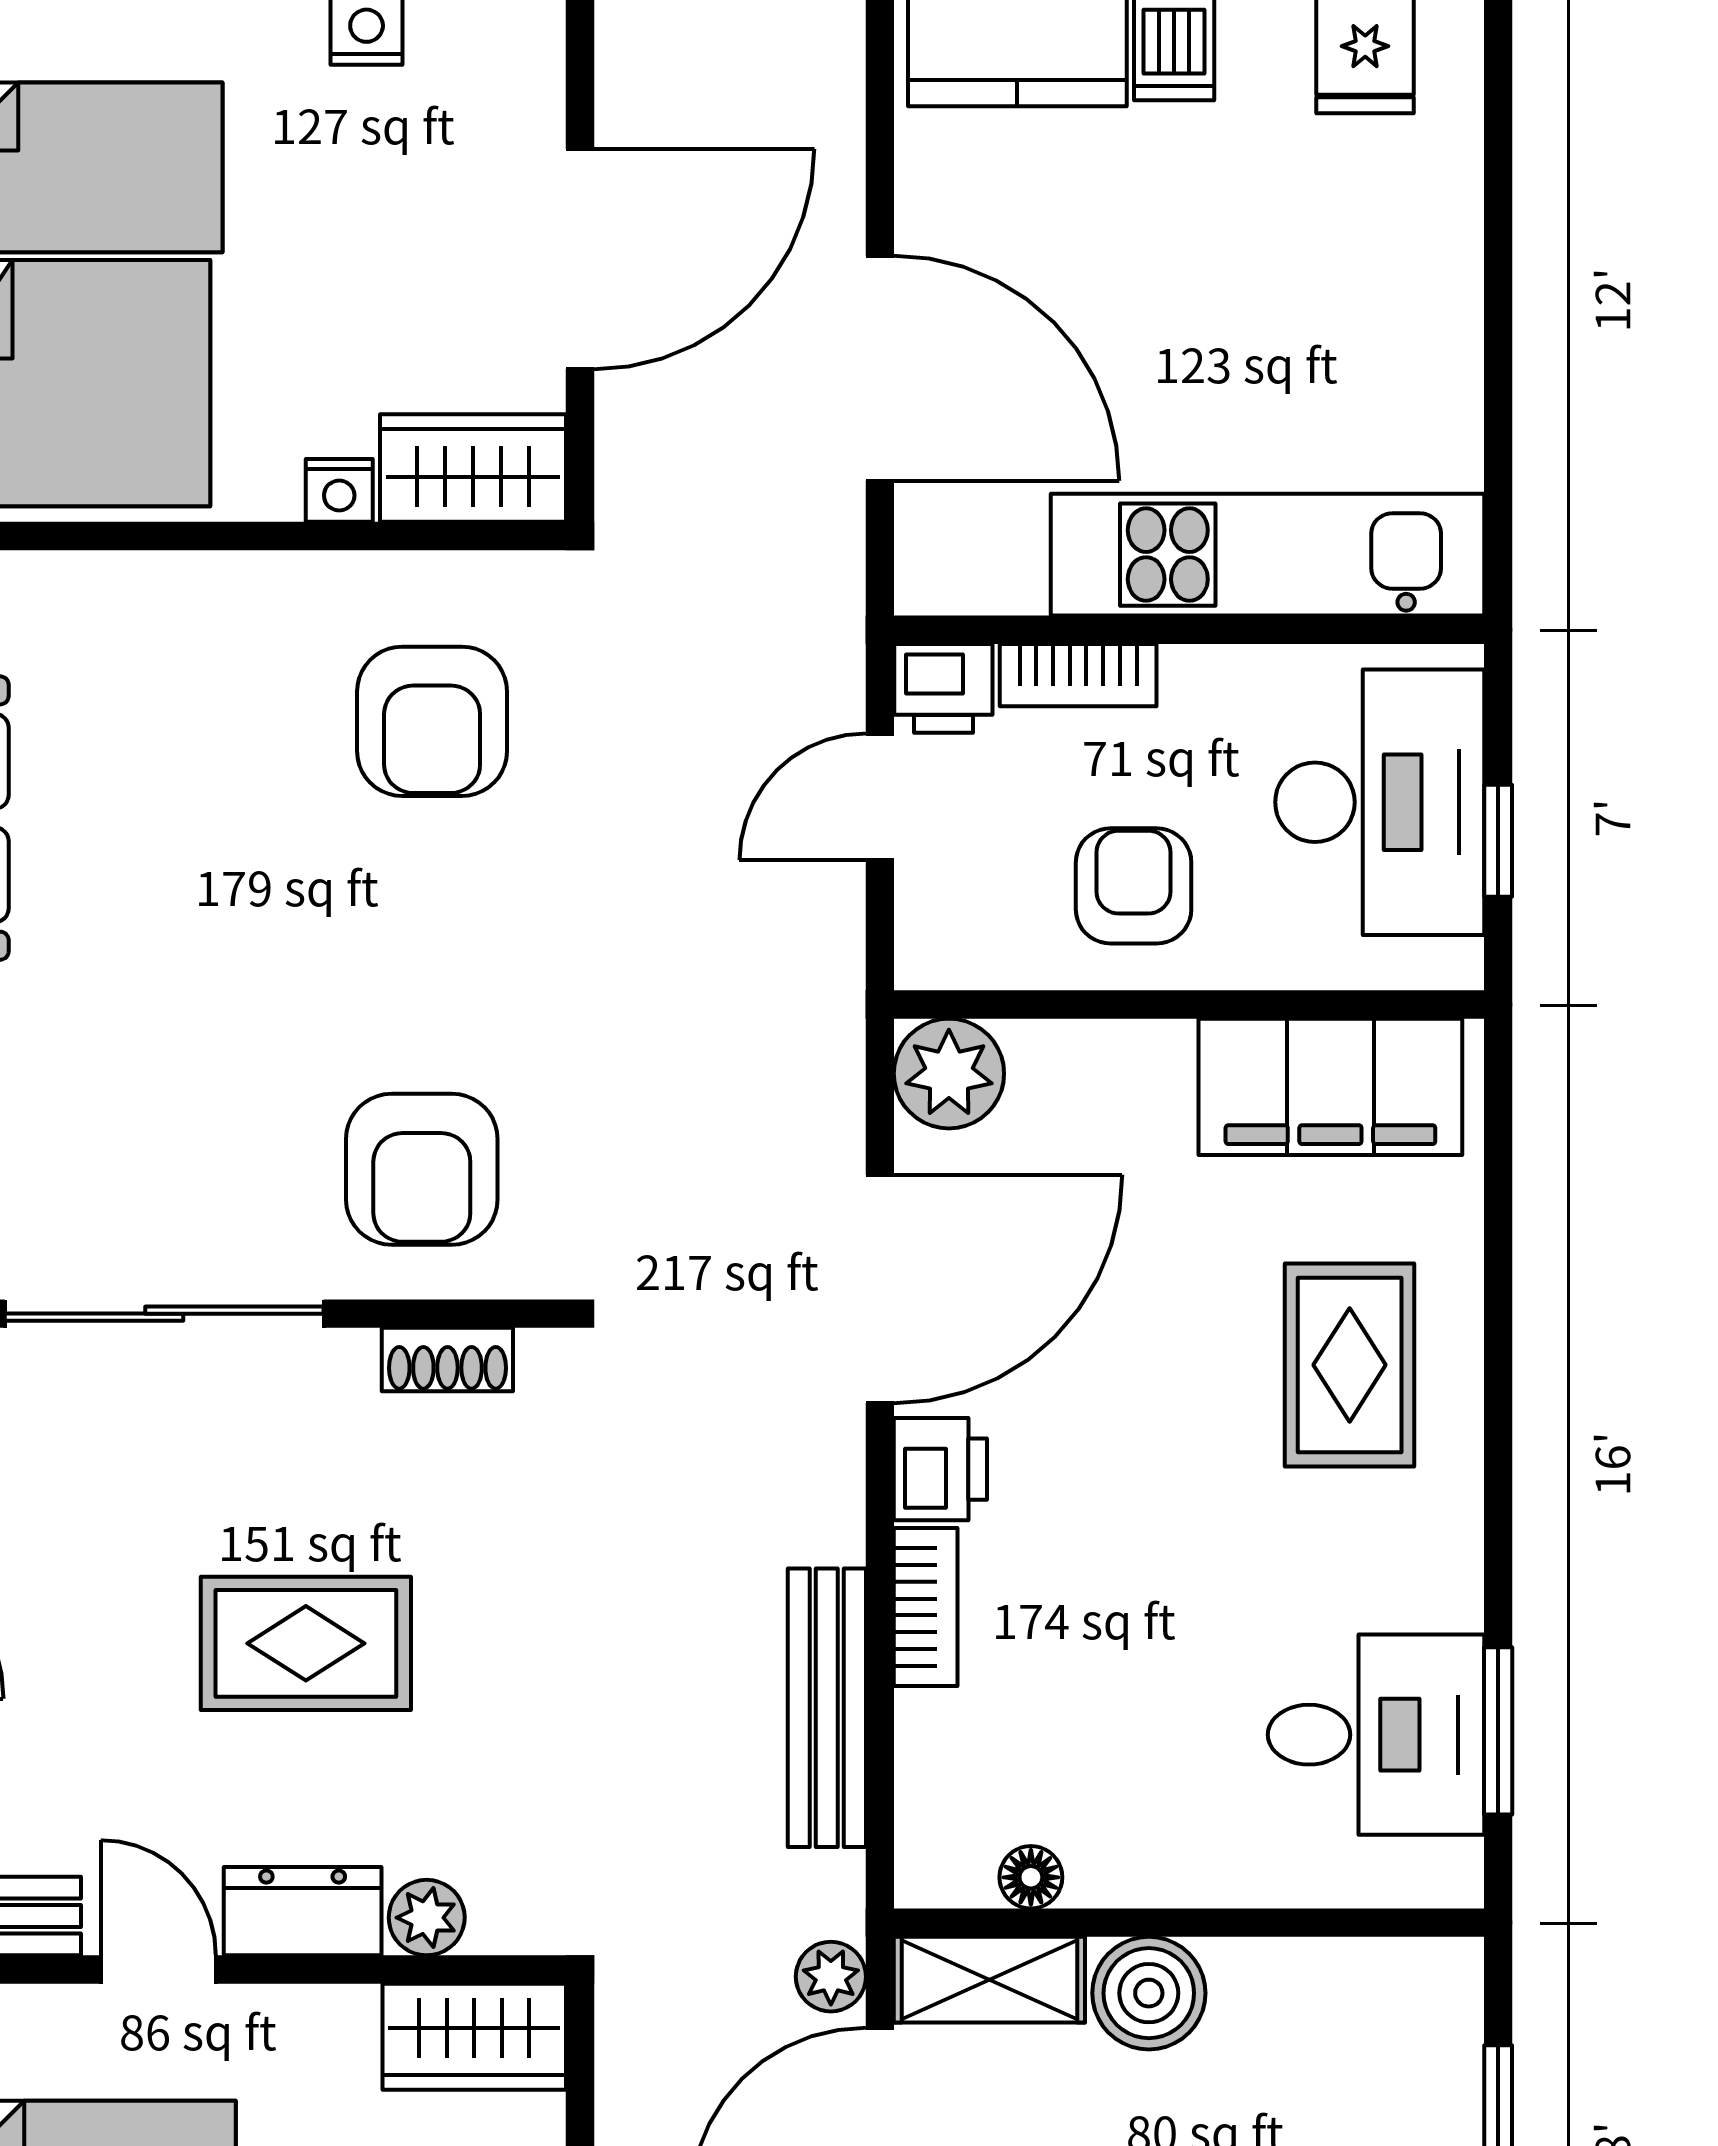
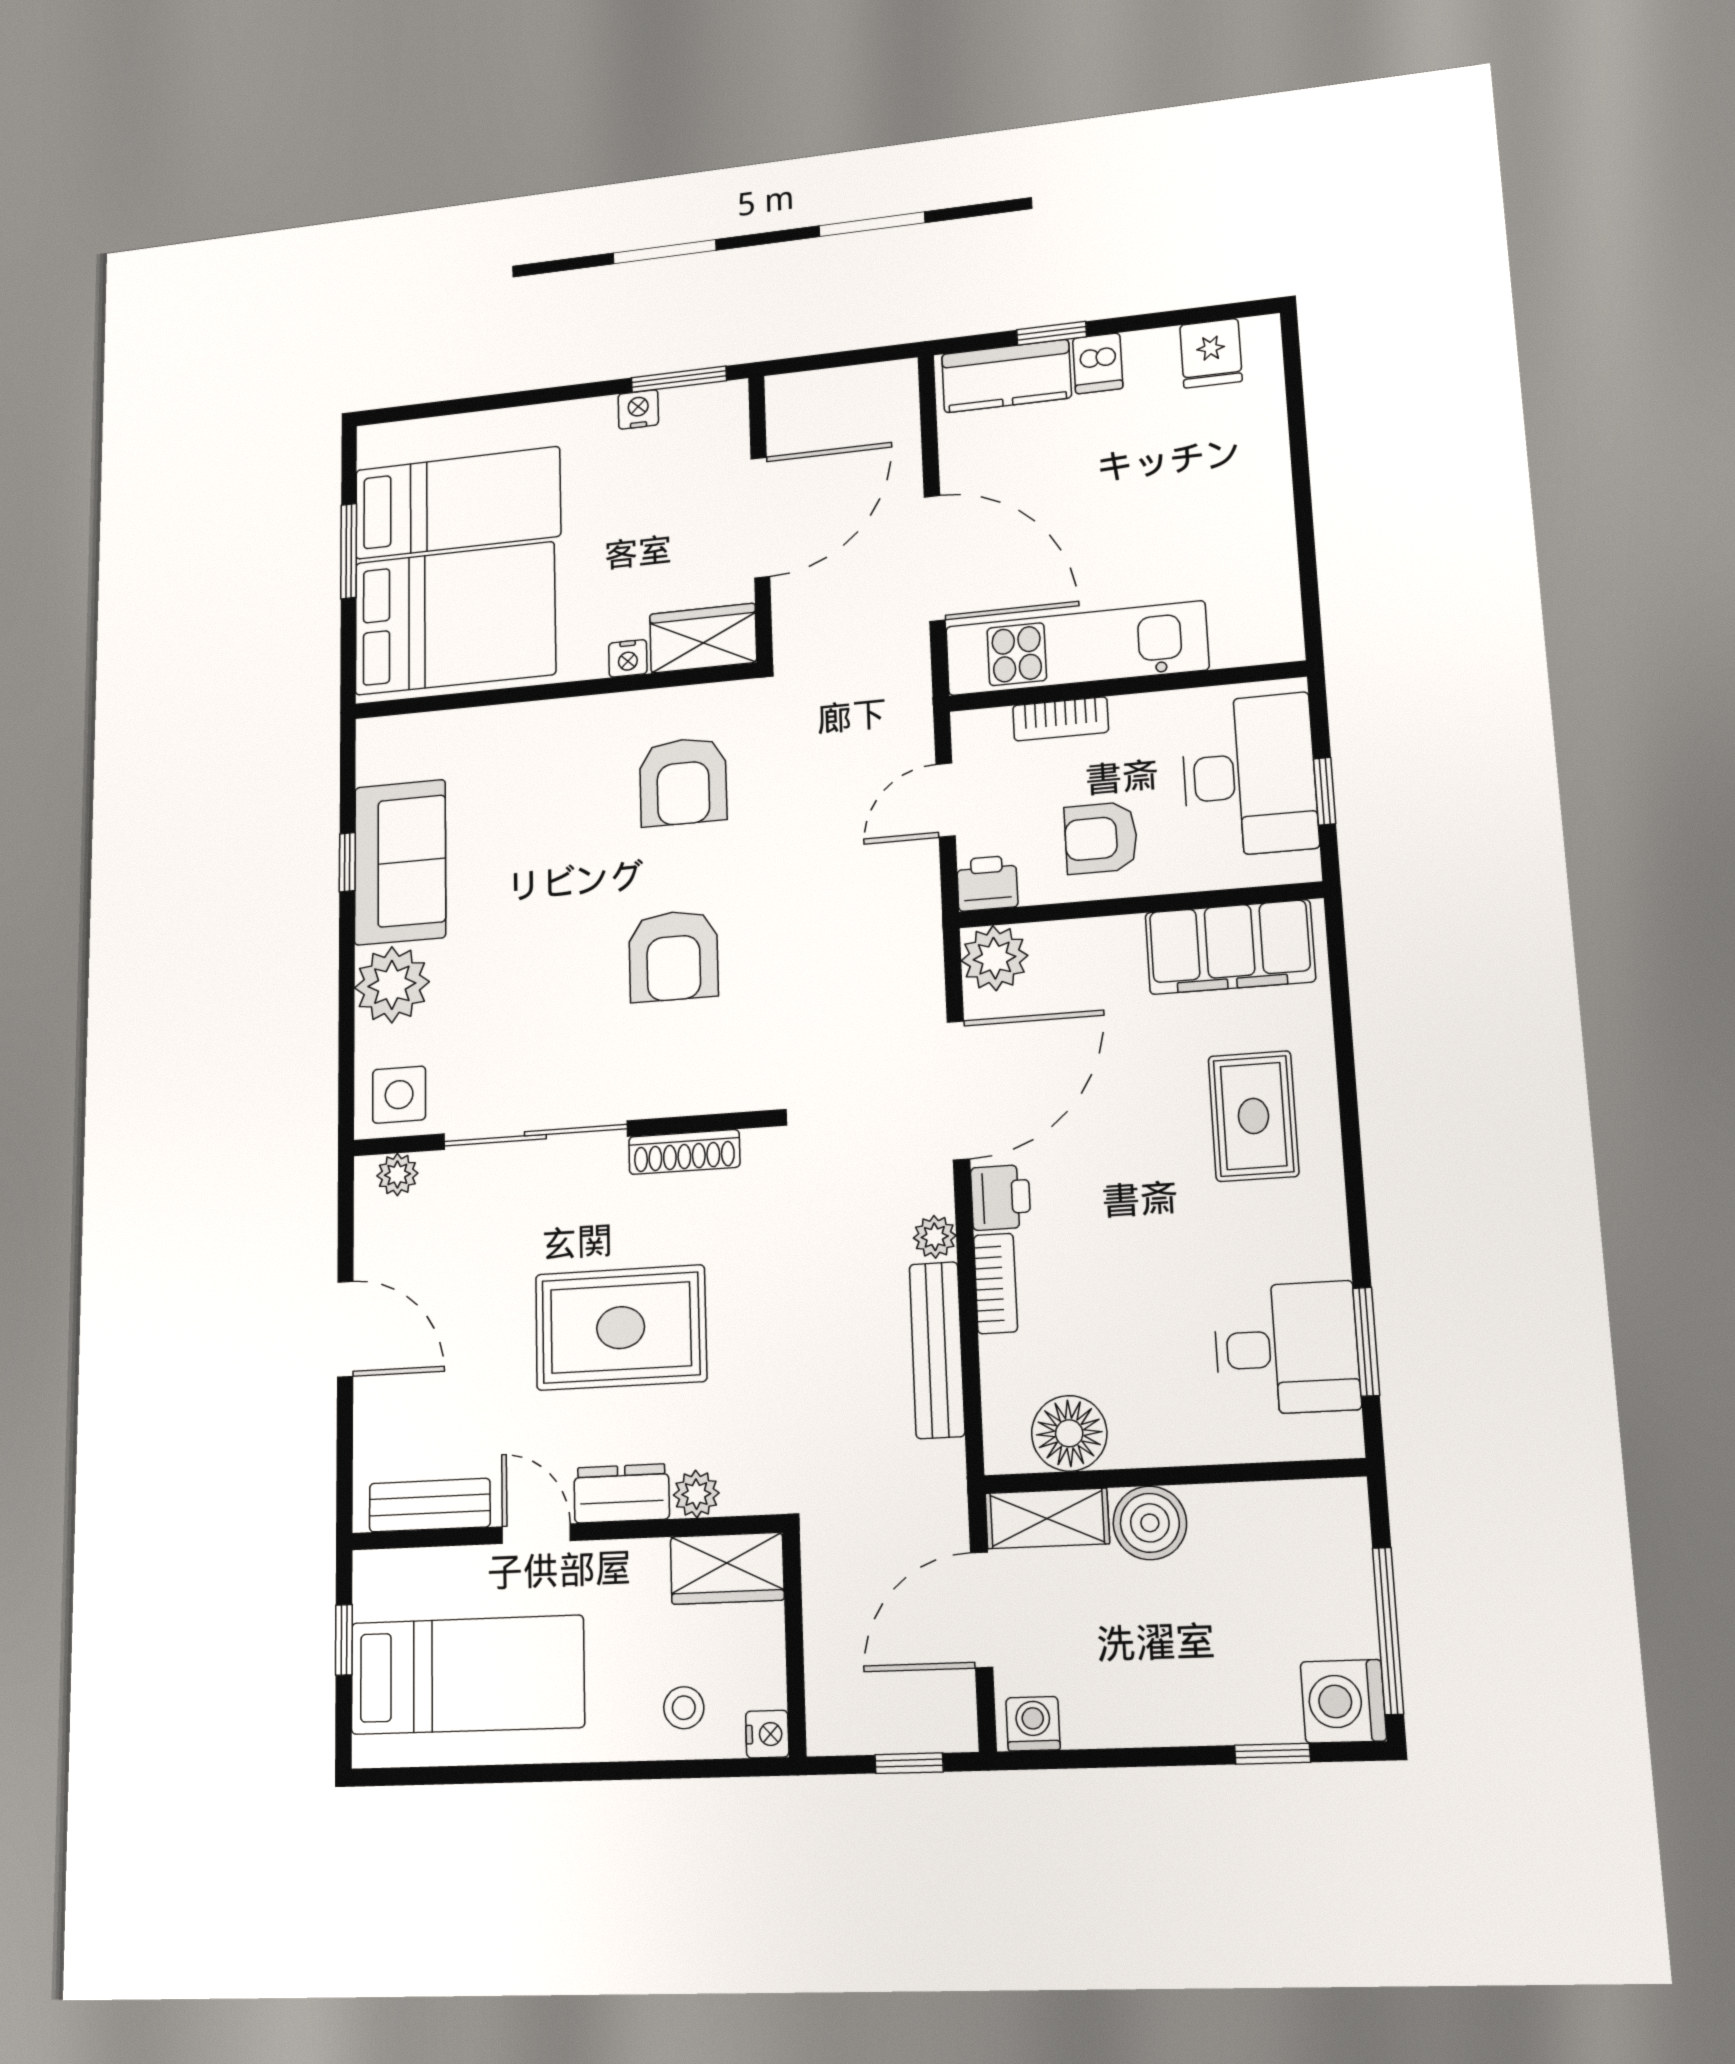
kitchen unit: (1267, 555) -> (1076, 648), moved
printer: (943, 688) -> (987, 883), moved, turned 180
armchair: (1134, 886) -> (1101, 838), turned -90
armchair: (422, 1169) -> (673, 956), moved
shoe rack: (447, 1359) -> (684, 1152), width x1.43
rug: (306, 1643) -> (621, 1328), width x1.36, depth x1.43
floor lamp: (1031, 1877) -> (1069, 1433), width x1.89, depth x1.89
plant: (831, 1977) -> (935, 1237), moved

